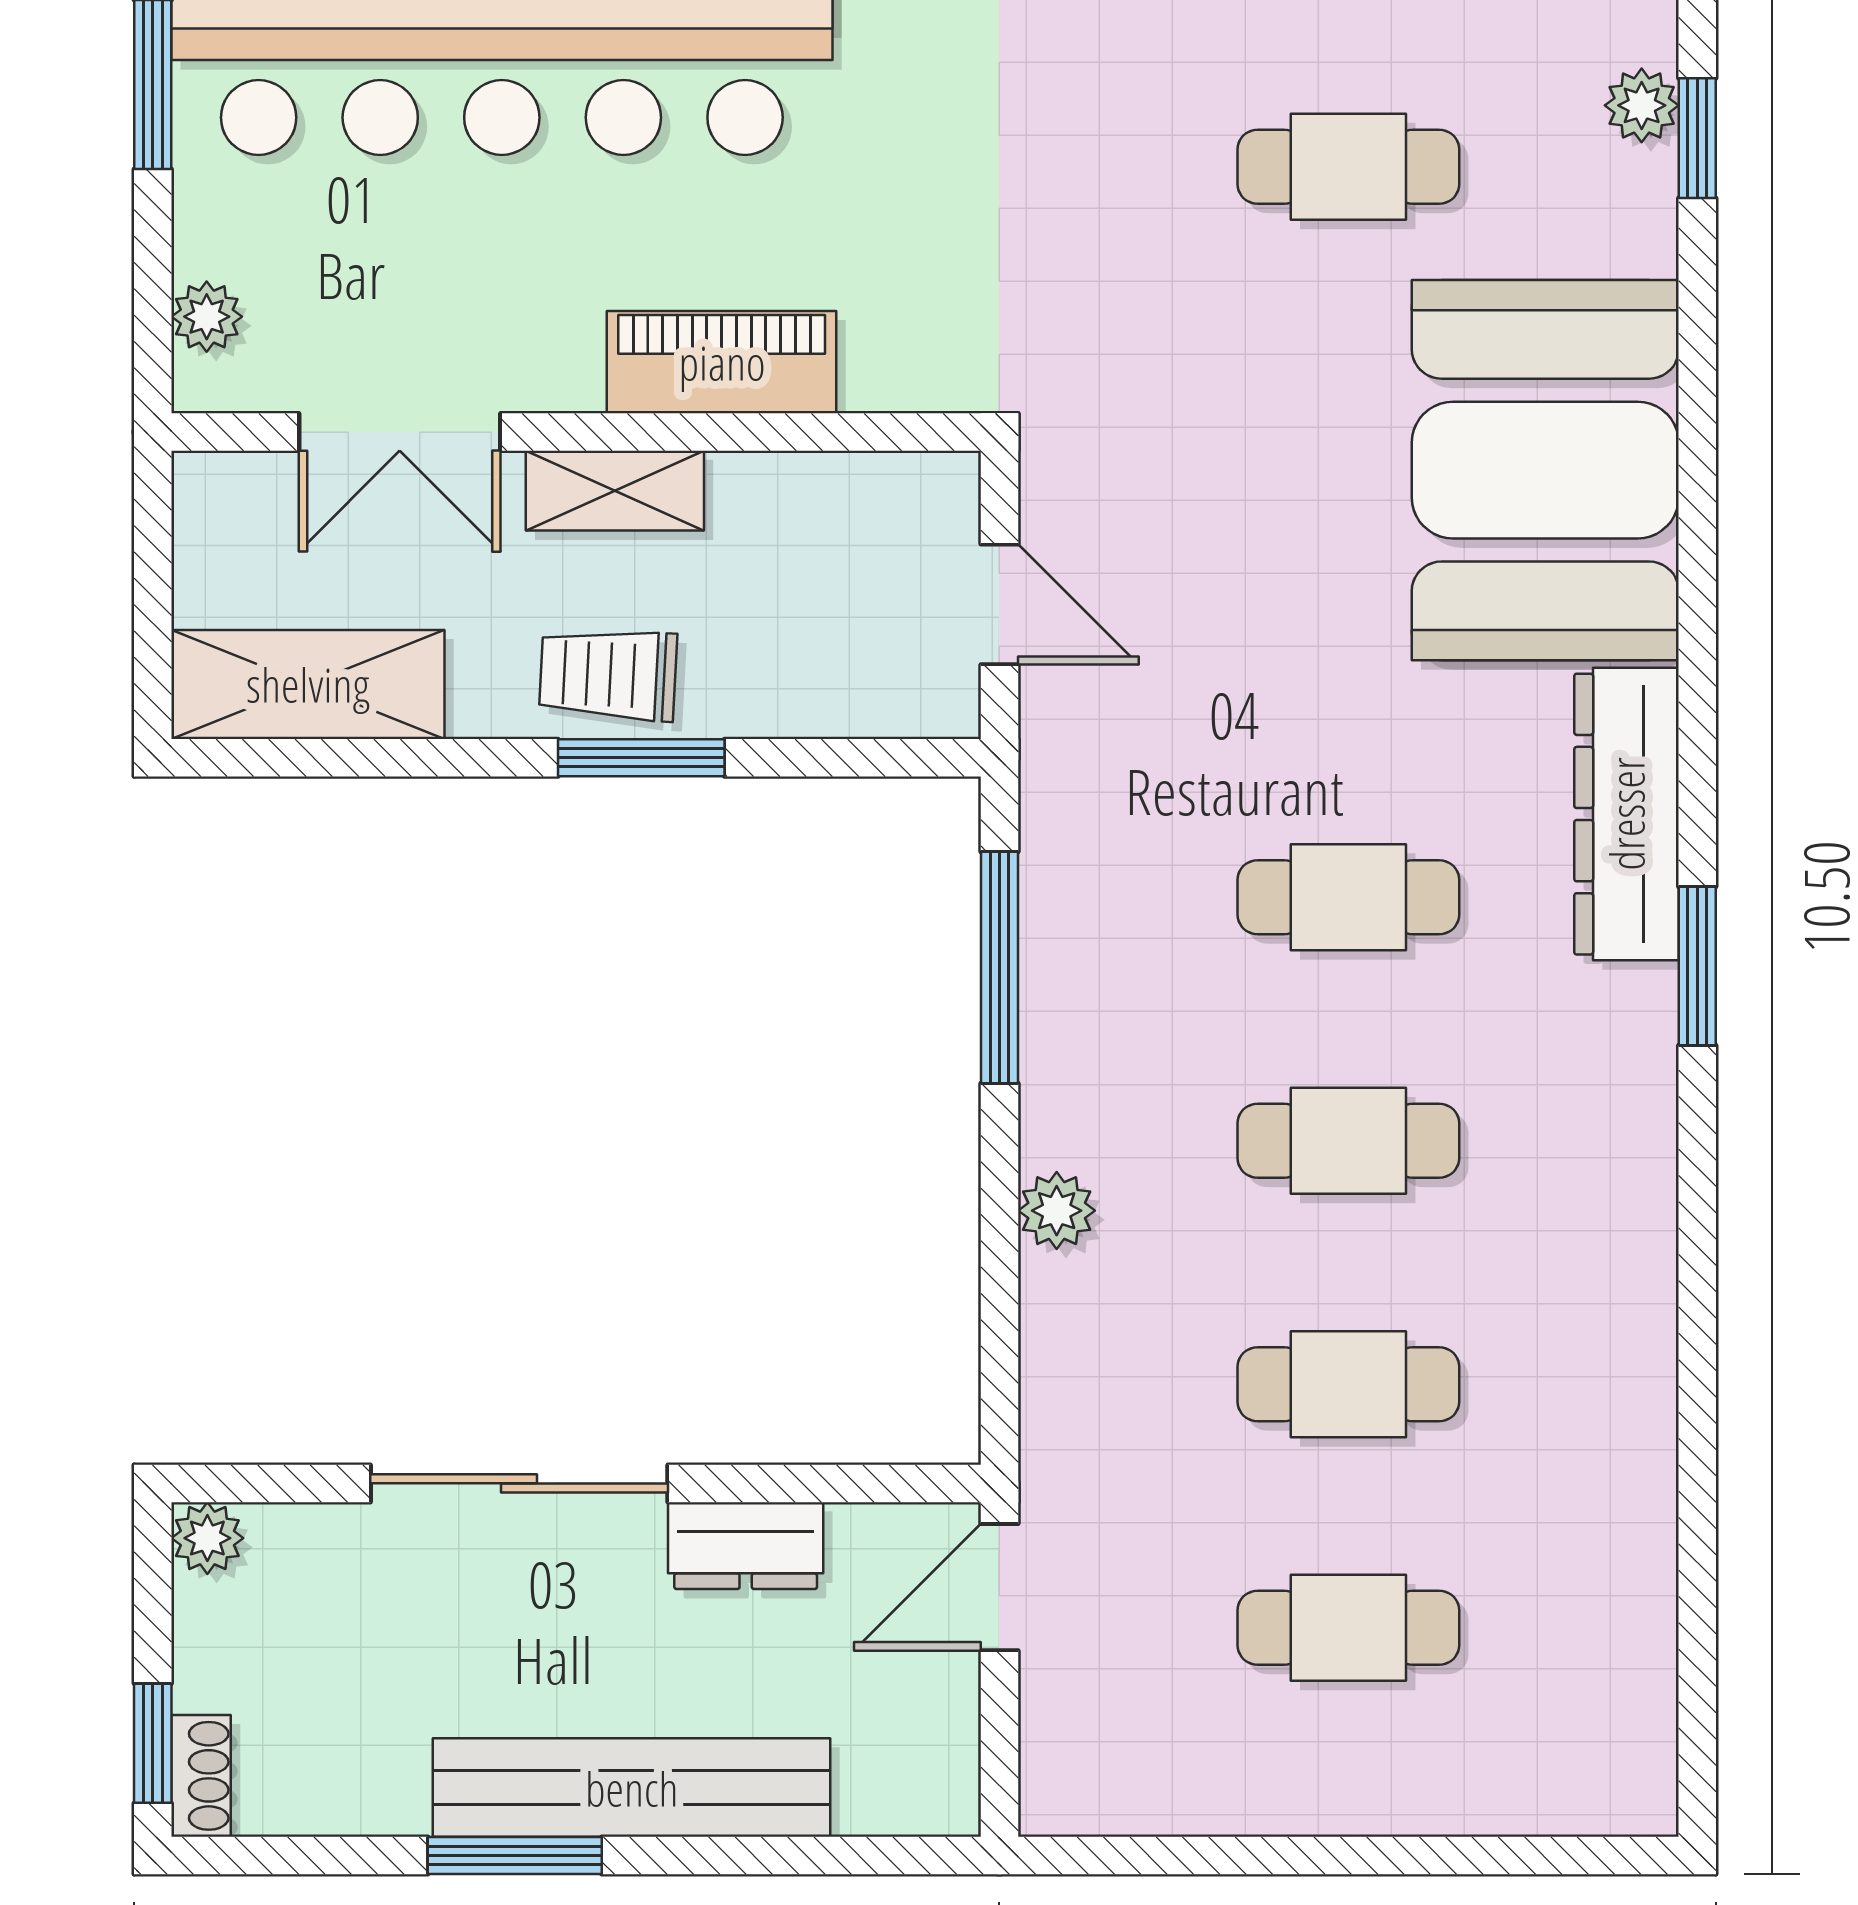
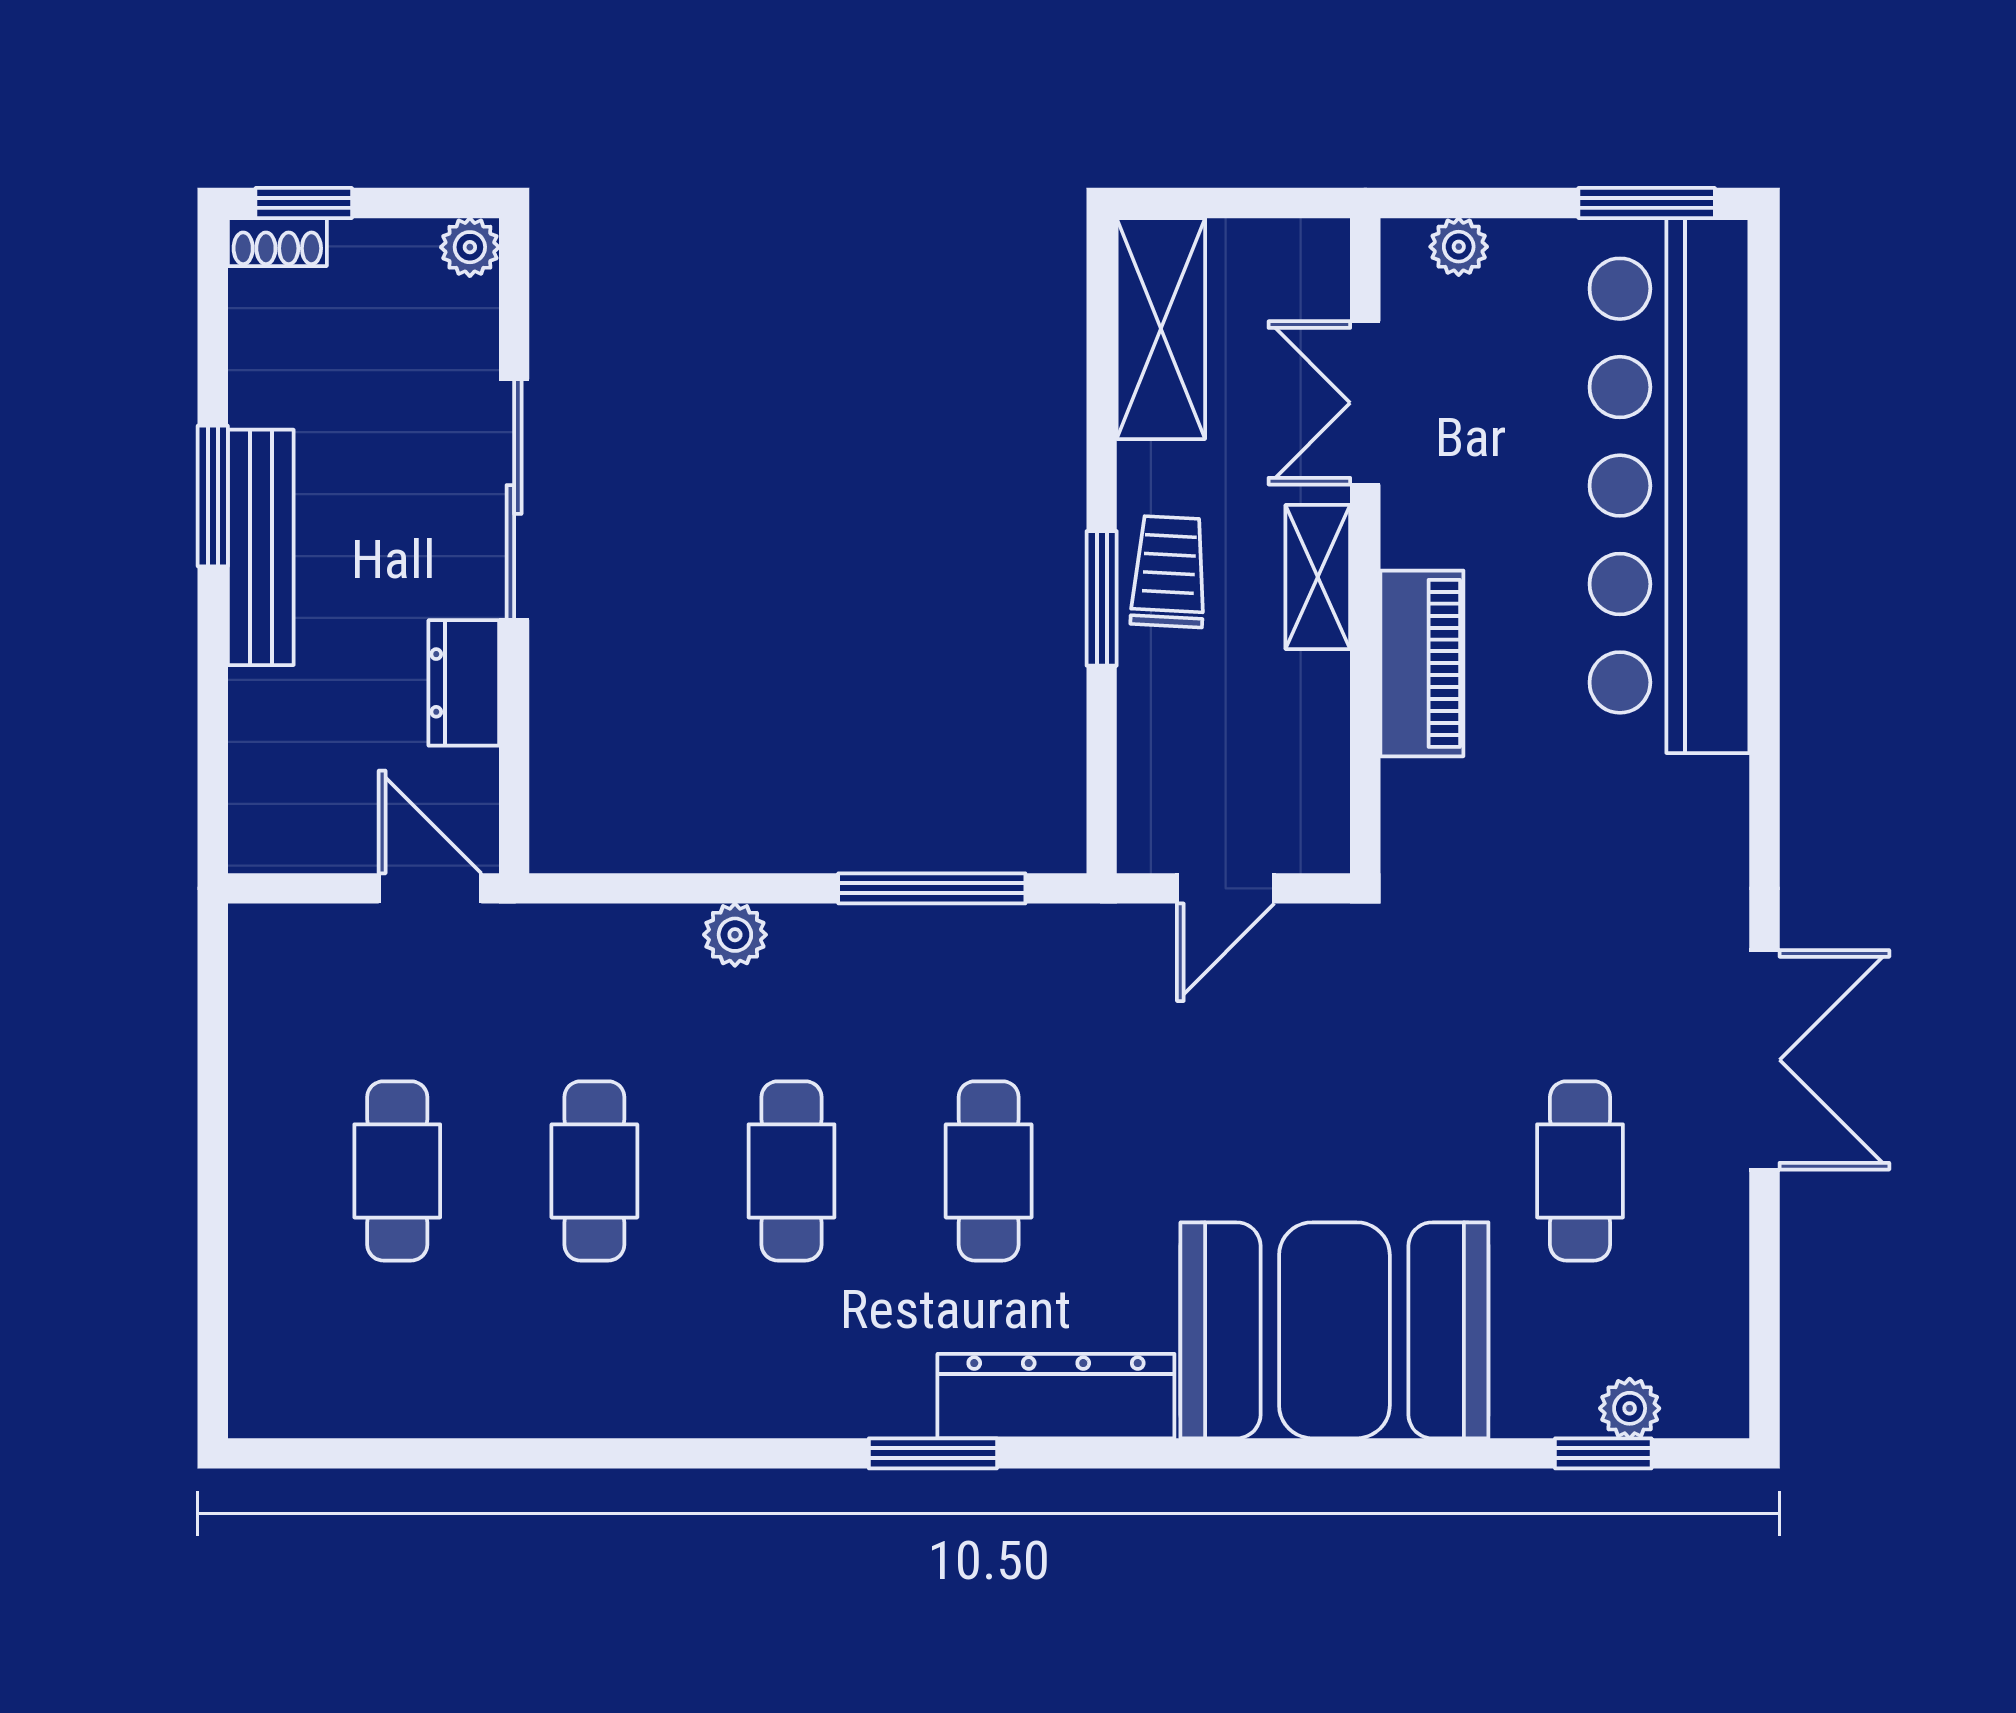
bench: (632, 1788) -> (261, 547), width x0.73, depth x0.82

